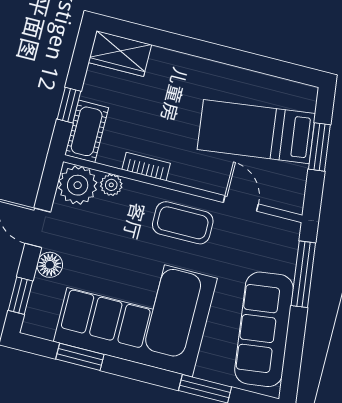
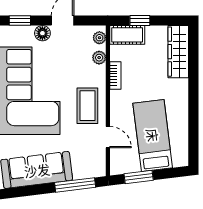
wardrobe: (120, 54) -> (178, 52), width x1.50
window: (319, 147) -> (139, 177), moved
plant: (78, 185) -> (99, 38), width x0.53, depth x0.53
door: (241, 203) -> (108, 137), hinge flipped

